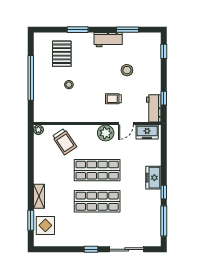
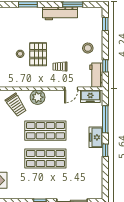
workbench: (108, 40) -> (60, 13), width x1.37
pallet: (62, 54) -> (38, 54), moved
stool: (127, 70) -> (88, 48), moved
plant: (106, 133) -> (38, 97), moved
window: (164, 221) -> (105, 119), moved

